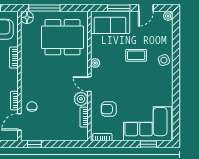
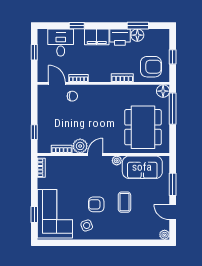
sofa: (110, 22) -> (142, 167), moved, turned -90
side table: (164, 60) -> (87, 226), moved
armchair: (109, 109) -> (96, 204), moved, turned -90
window: (34, 144) -> (34, 132), moved

